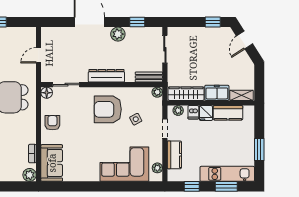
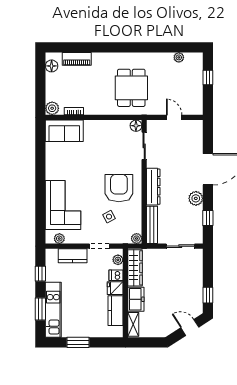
bench: (149, 77) -> (152, 225), width x1.36
armchair: (52, 123) -> (105, 132), removed

